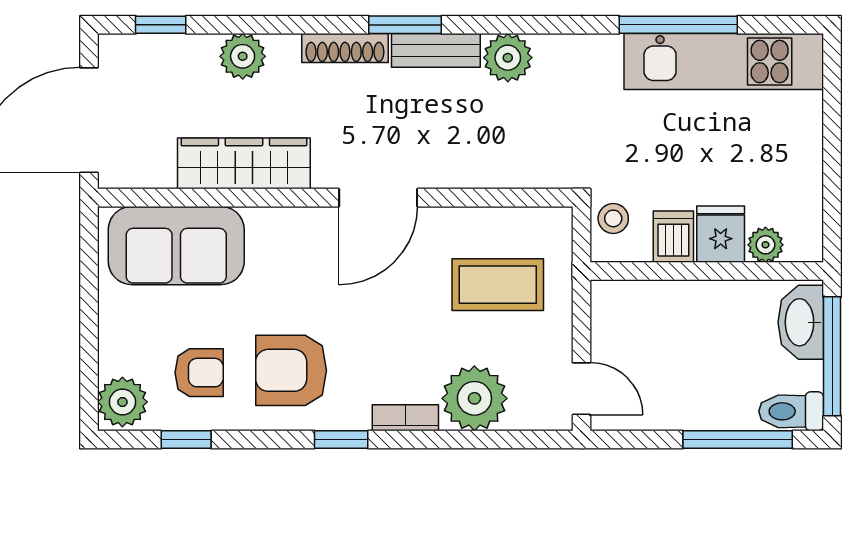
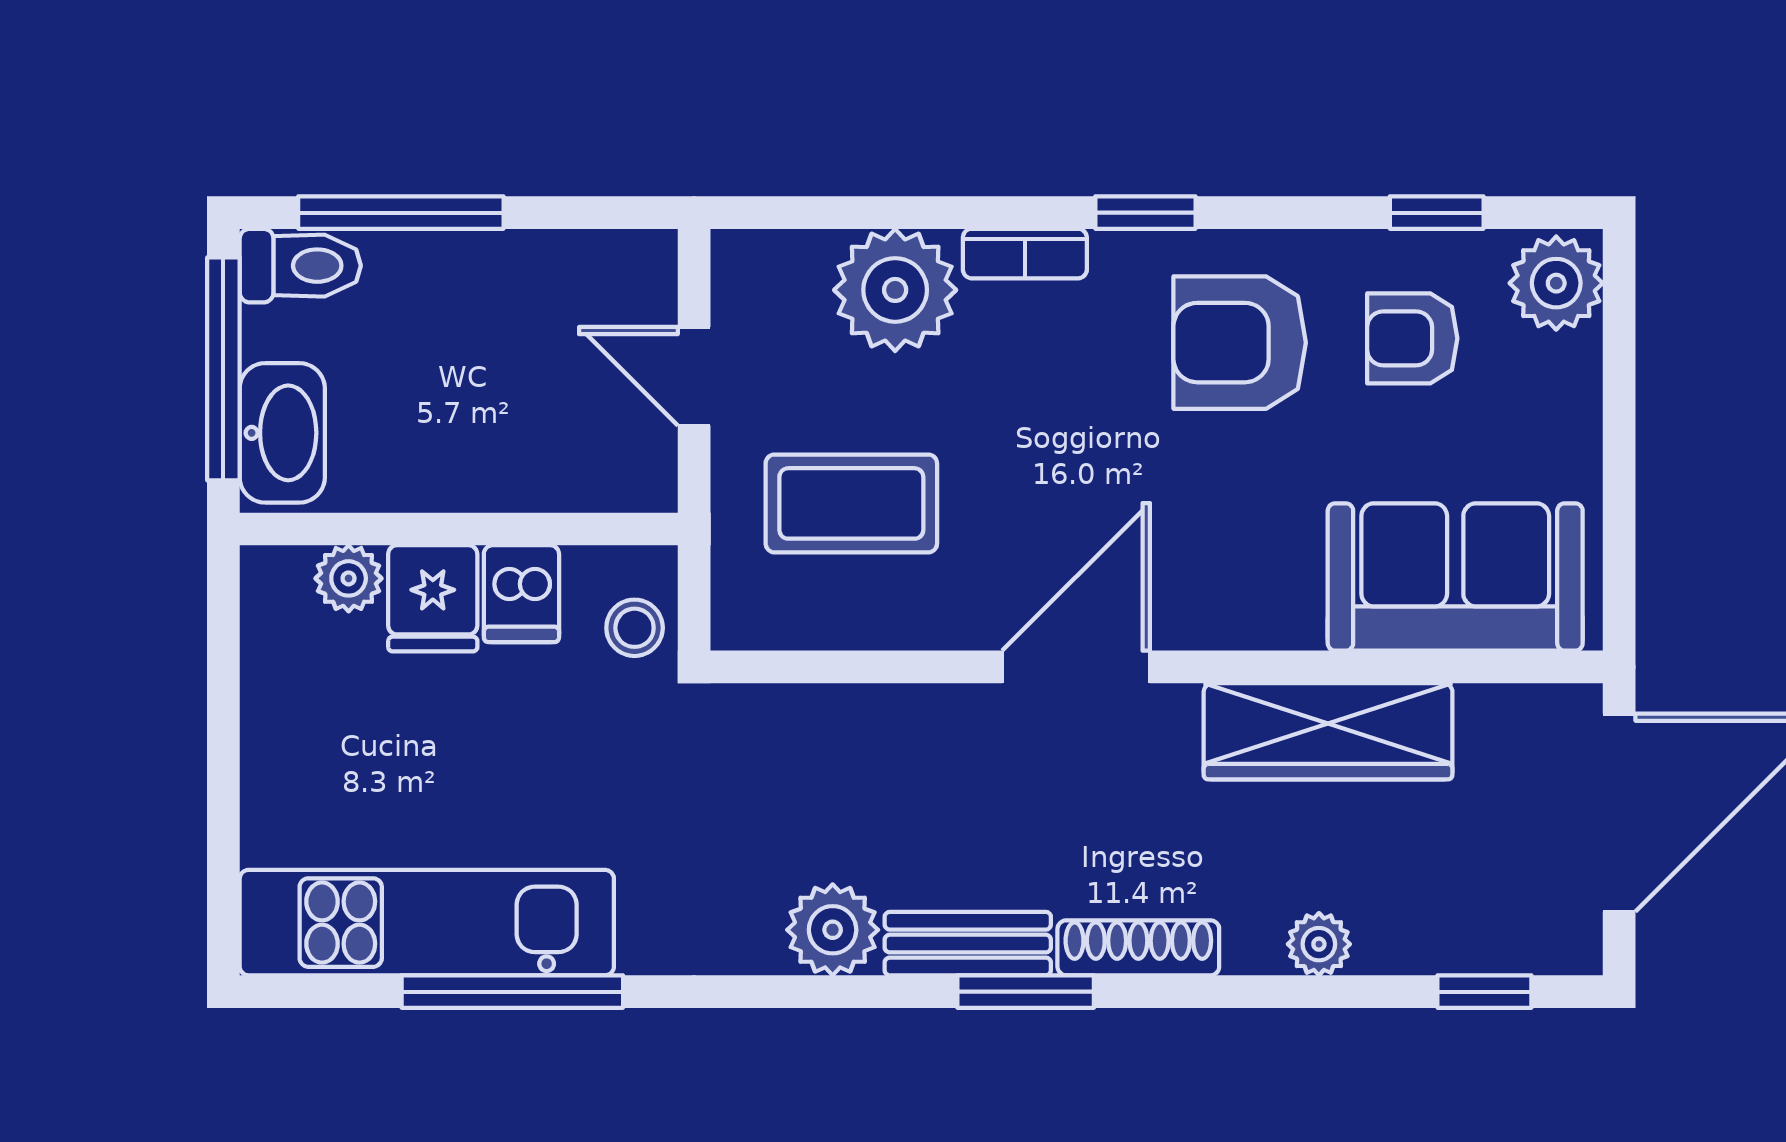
plant: (243, 56) -> (1319, 944), width x0.73, depth x0.73
armchair: (291, 370) -> (1240, 343), turned 180
door: (582, 389) -> (694, 376), moved

